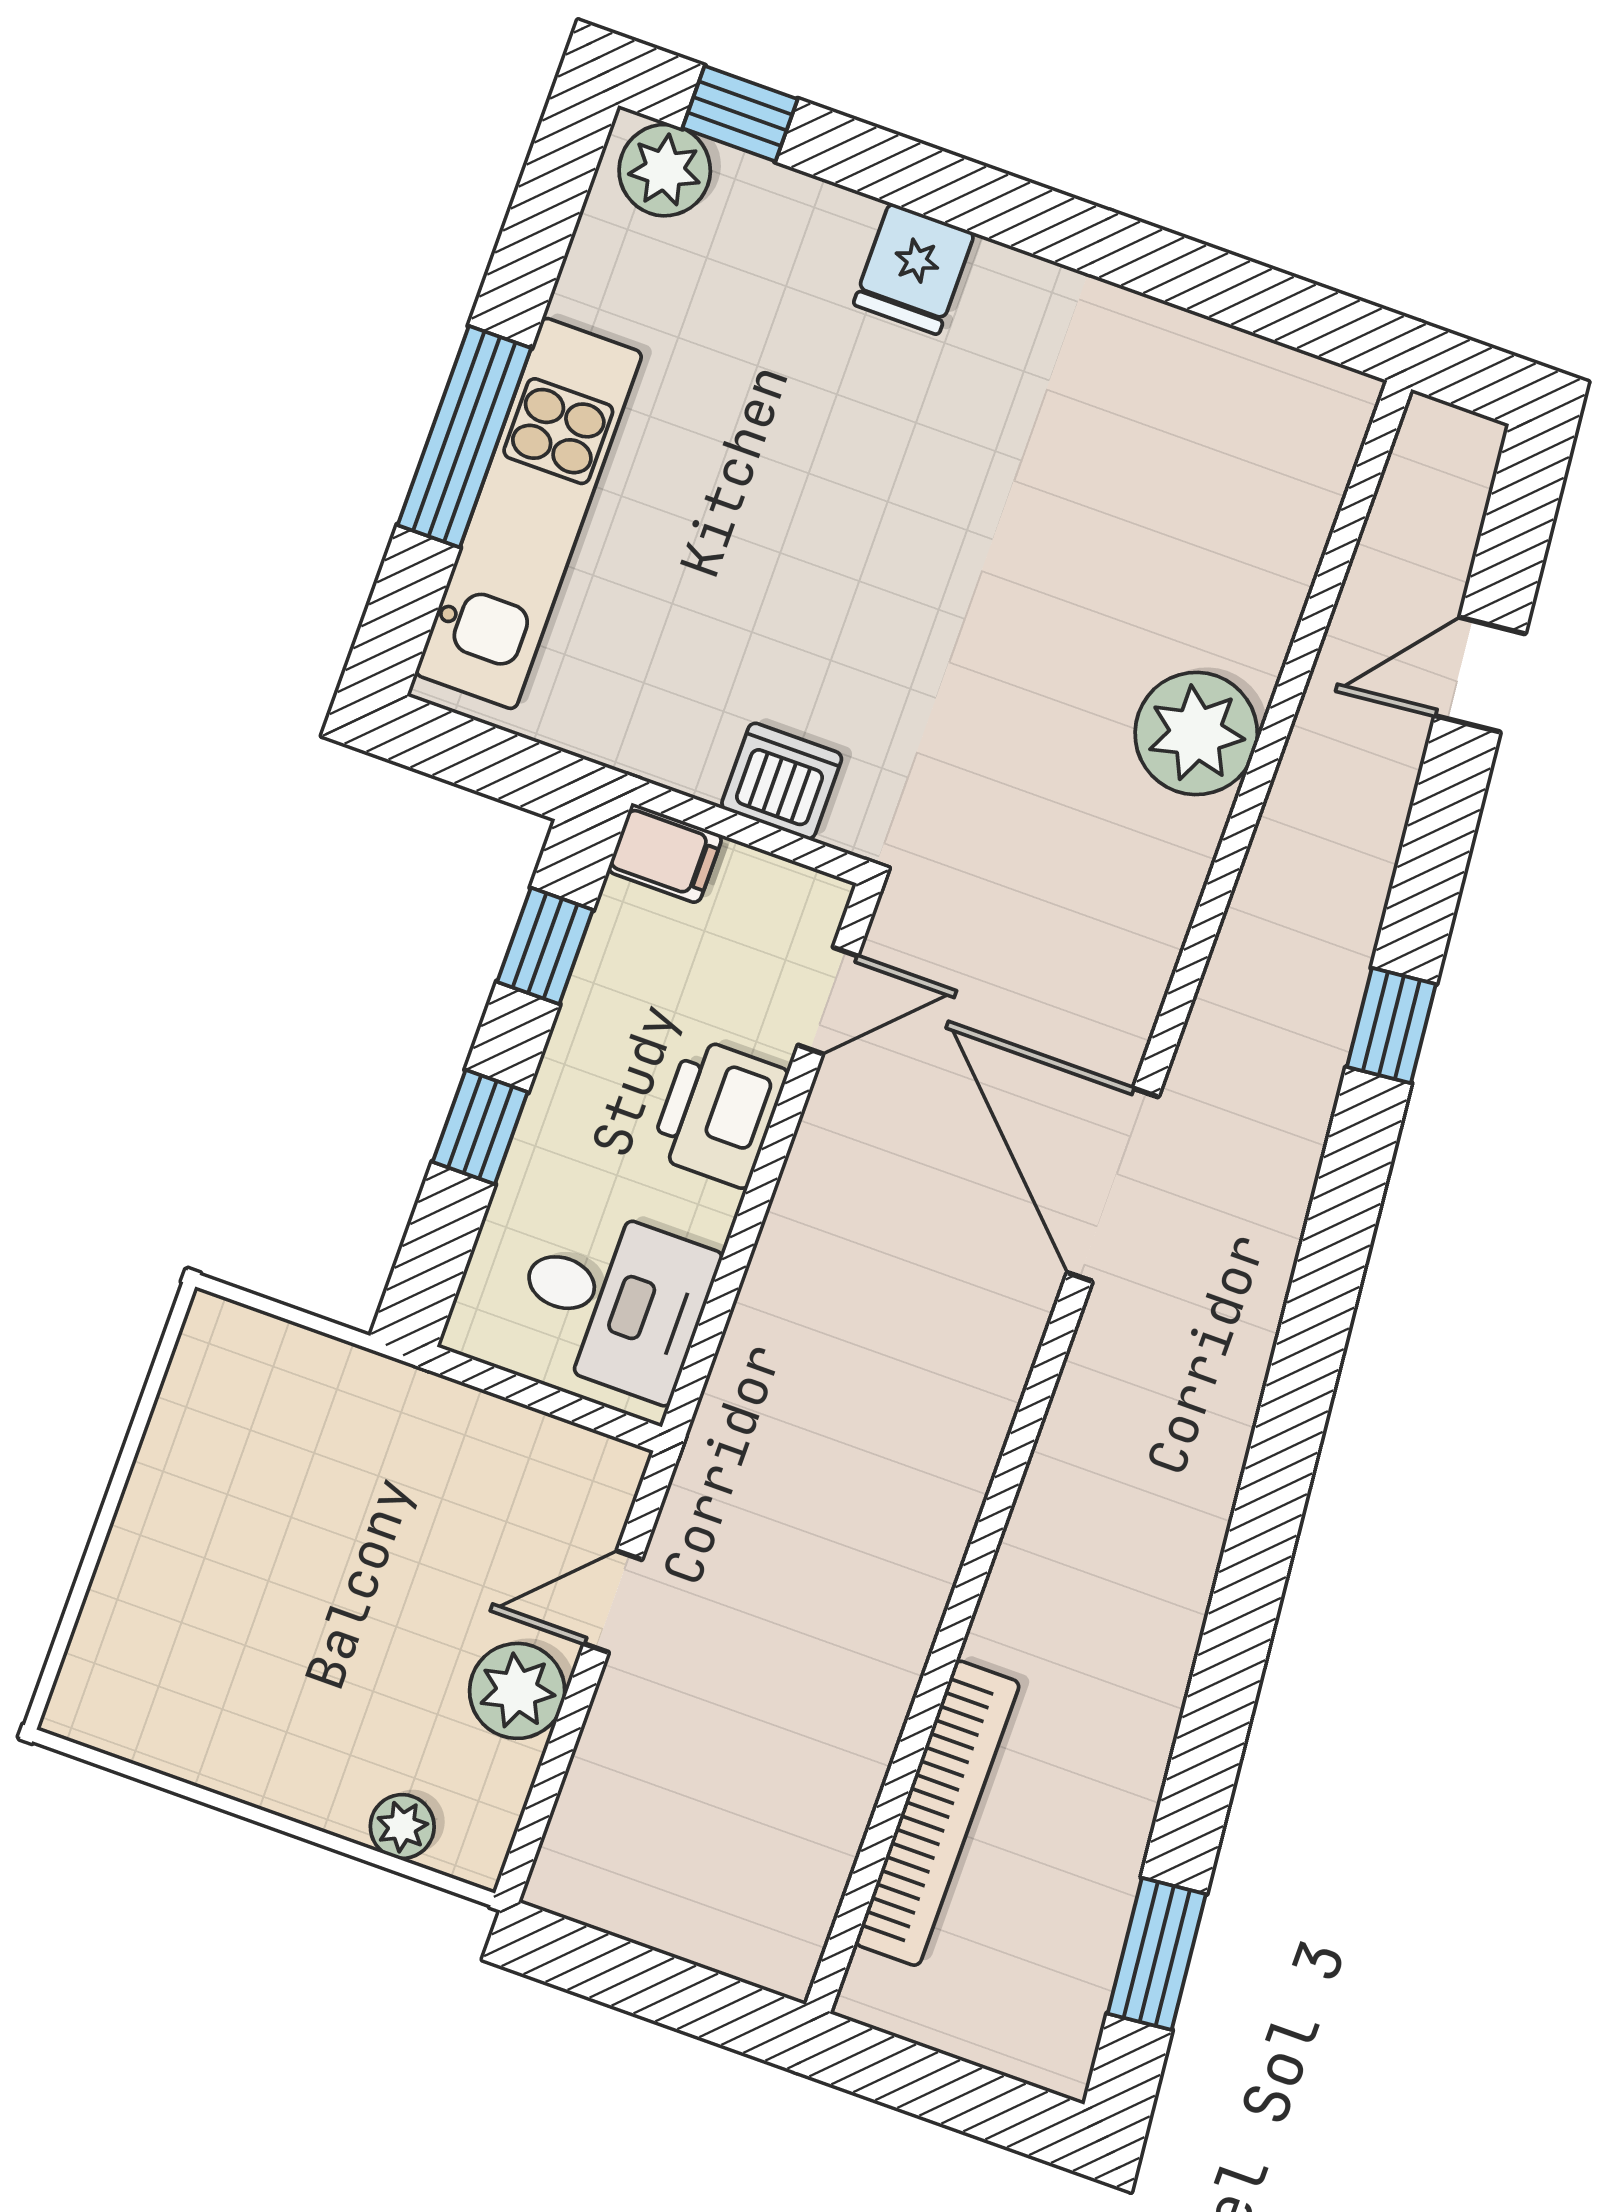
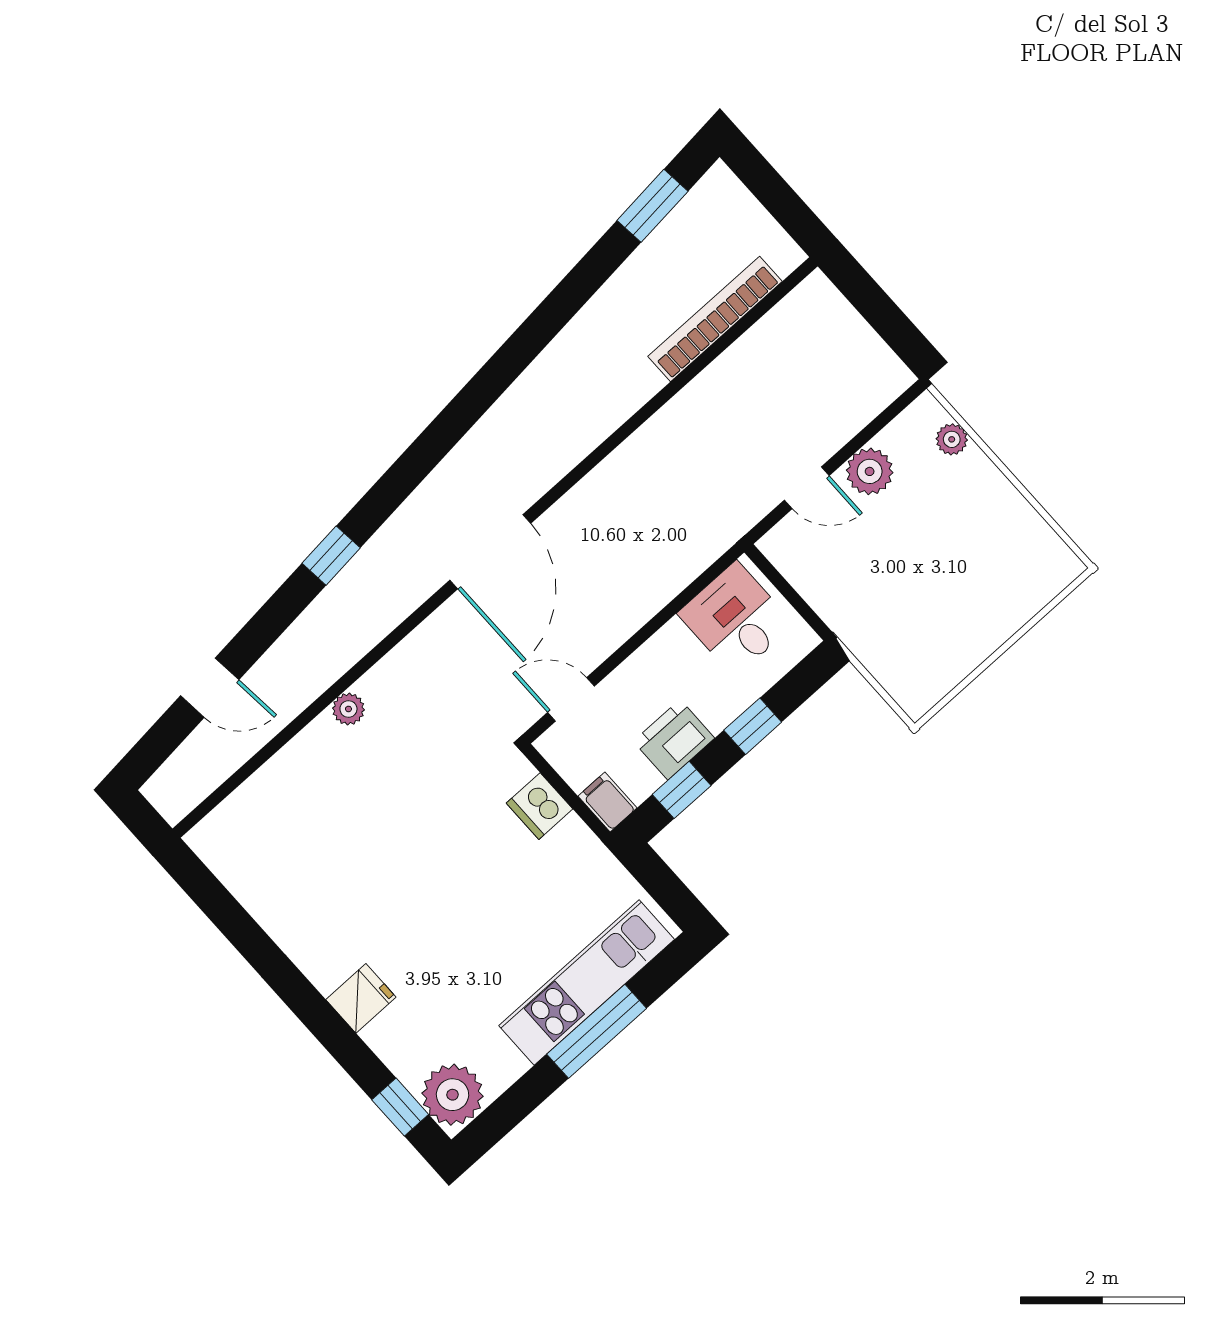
plant: (665, 170) -> (453, 1095), width x1.36, depth x1.36
plant: (1196, 734) -> (348, 709), width x0.53, depth x0.53
printer: (719, 1113) -> (674, 740), moved, turned 180

